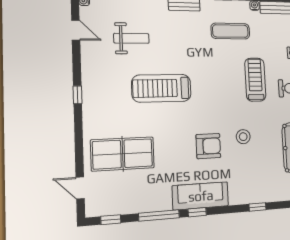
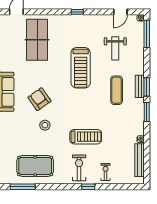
exercise mat: (230, 31) -> (117, 90), moved
treadmill: (162, 88) -> (81, 68), turned 180
armchair: (208, 146) -> (39, 99), turned 144

